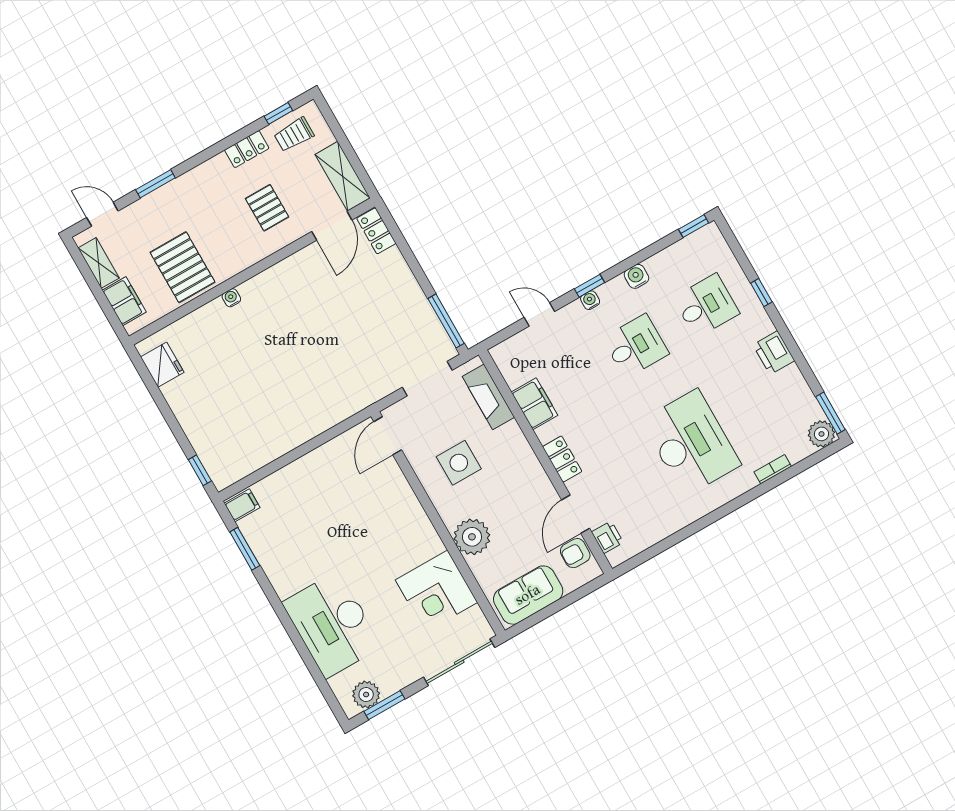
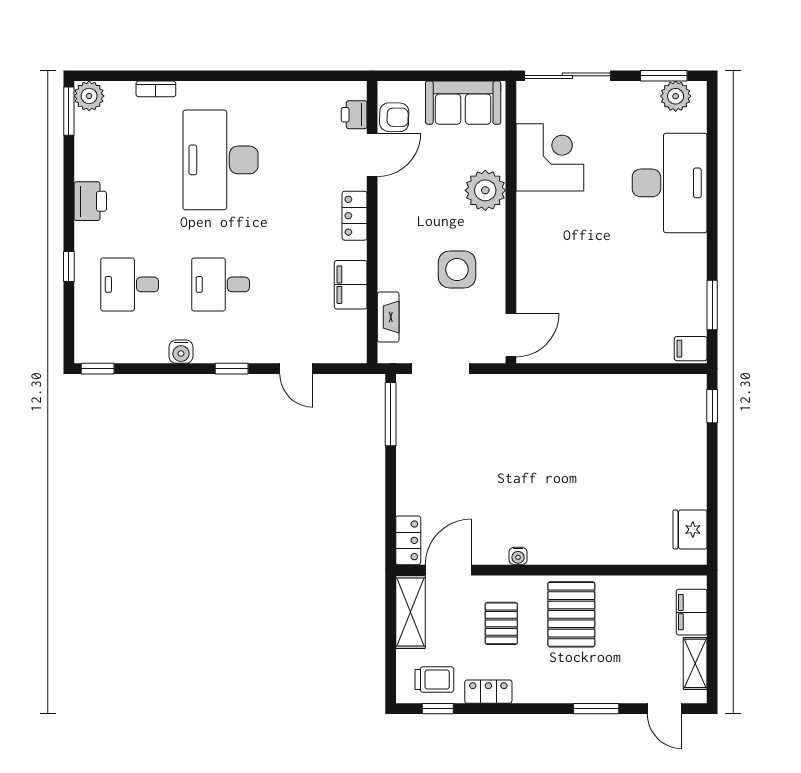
pallet: (183, 267) -> (571, 614), moved
water cooler: (231, 298) -> (518, 556), moved
water cooler: (590, 300) -> (239, 354), removed
fireplace: (488, 397) -> (388, 317), width x0.73, depth x0.76

